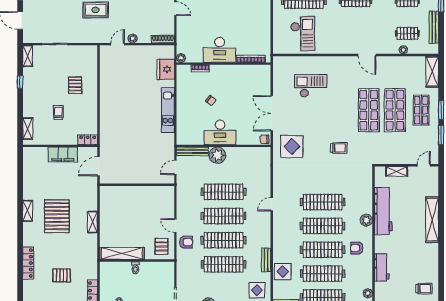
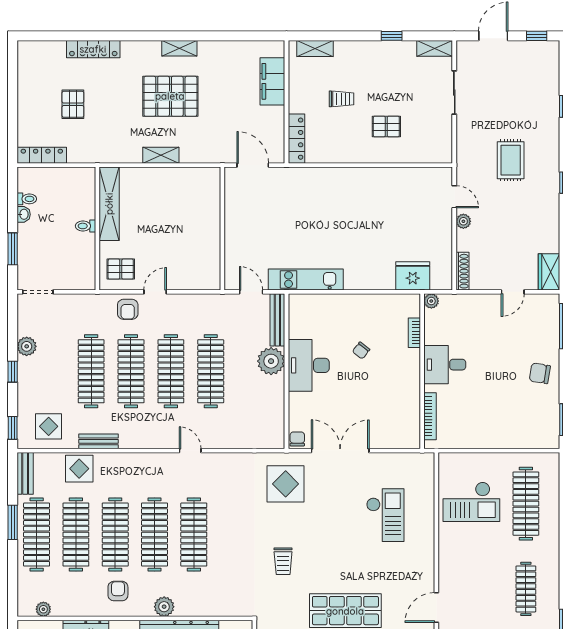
desk: (220, 50) -> (445, 365), width x0.73
kitchen unit: (168, 110) -> (306, 280), moved
locker: (88, 140) -> (297, 139), width x1.53
filing cabinet: (63, 154) -> (272, 81), moved

